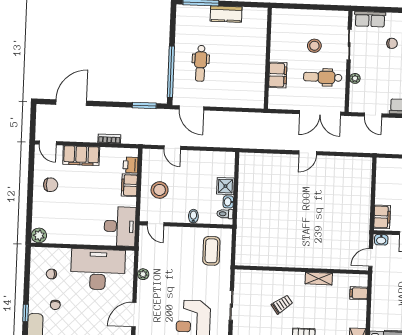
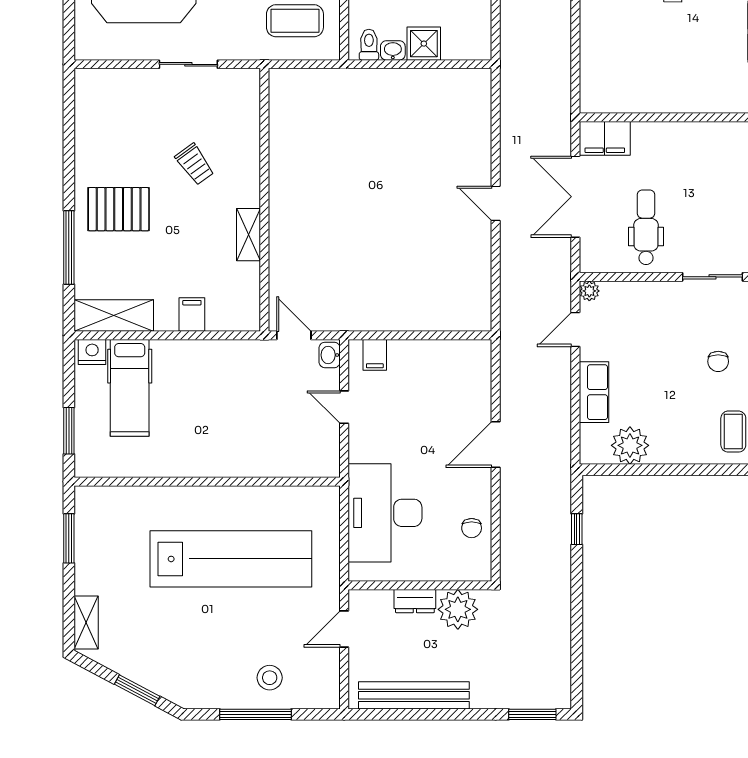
stool: (314, 46) -> (708, 208), removed
filing cabinet: (278, 75) -> (605, 138), moved
plant: (355, 78) -> (589, 291), moved
double door: (320, 113) -> (575, 197), moved
filing cabinet: (382, 217) -> (375, 355), width x0.50
filing cabinet: (359, 293) -> (192, 315), moved

